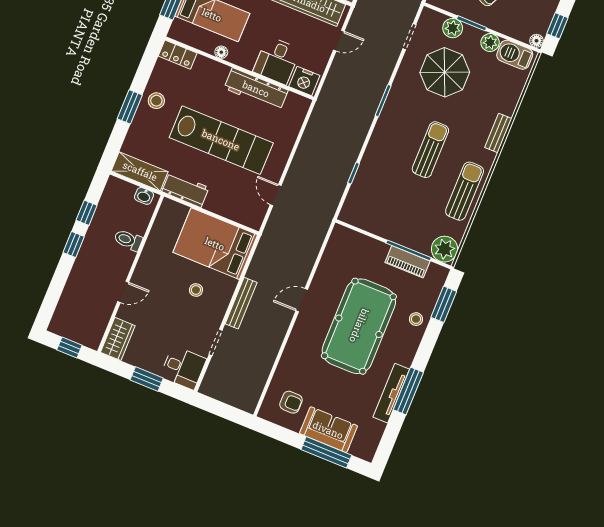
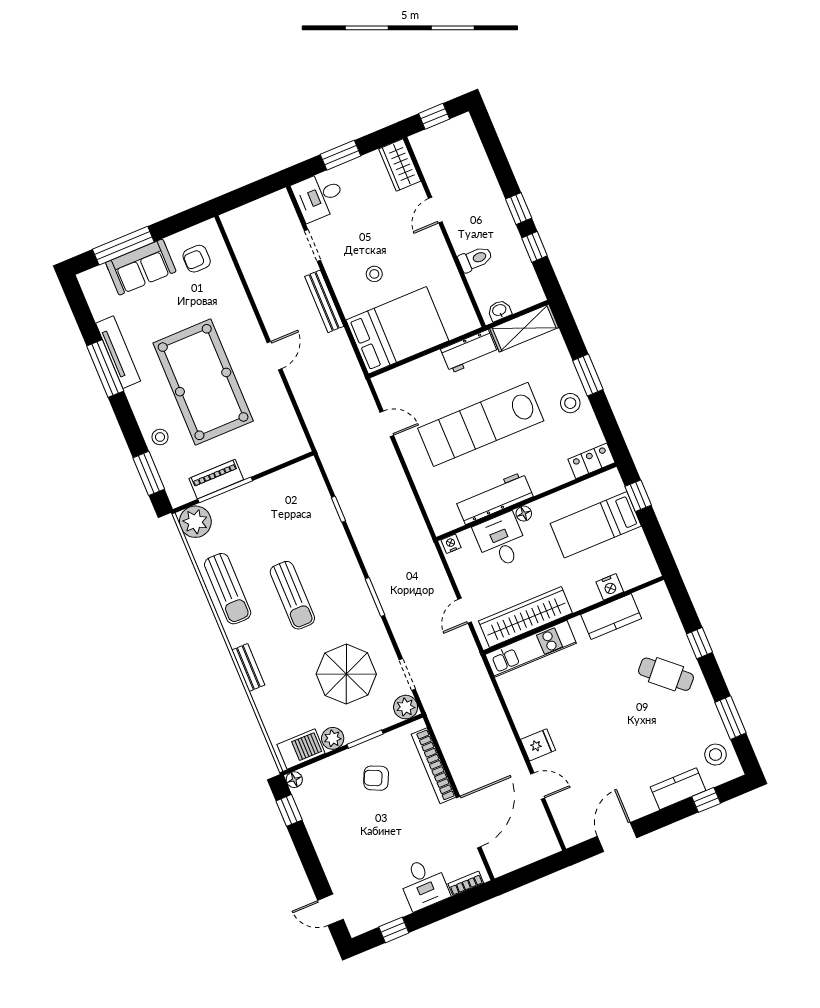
plant: (453, 28) -> (406, 707), moved
floor lamp: (221, 52) -> (524, 514), moved
nightstand: (304, 81) -> (451, 544), width x0.53, depth x0.56

